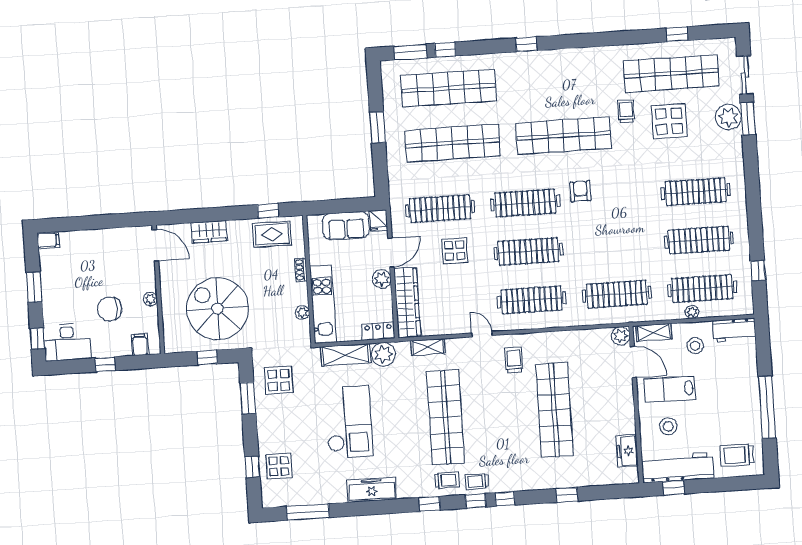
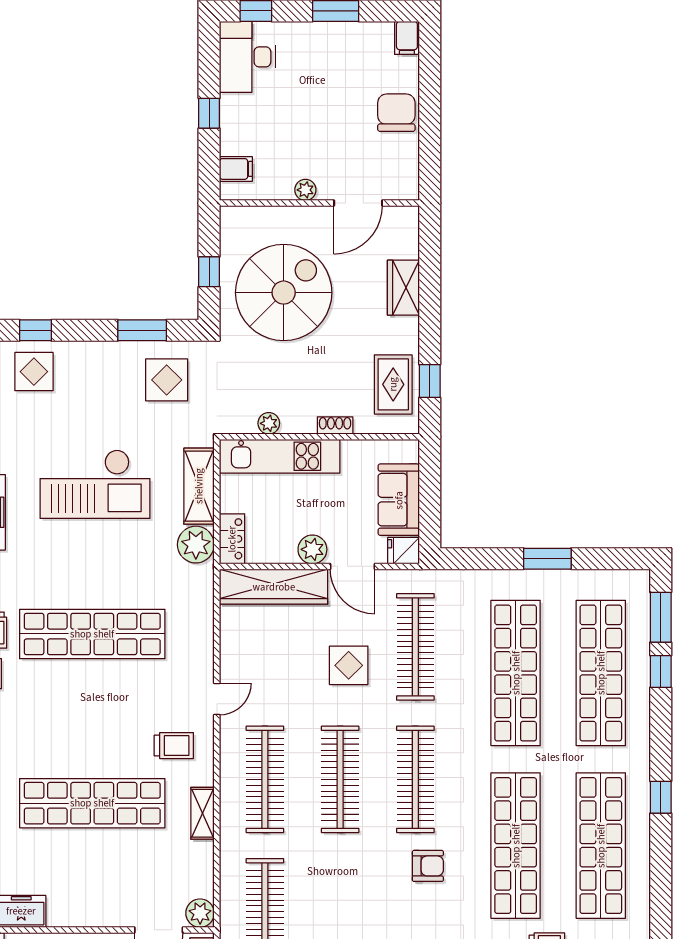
shop shelf: (560, 81) -> (601, 846), added
door: (155, 245) -> (358, 203), moved
chair: (110, 309) -> (396, 113), moved
shelving: (428, 347) -> (203, 813), moved

